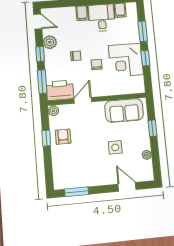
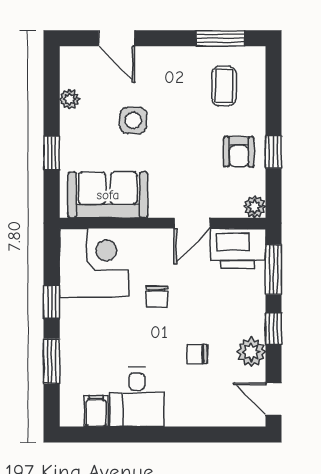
filing cabinet: (82, 13) -> (178, 410), removed
chair: (76, 56) -> (197, 354), moved
corner desk: (126, 60) -> (94, 263), moved
coffee table: (73, 168) -> (224, 86), added

